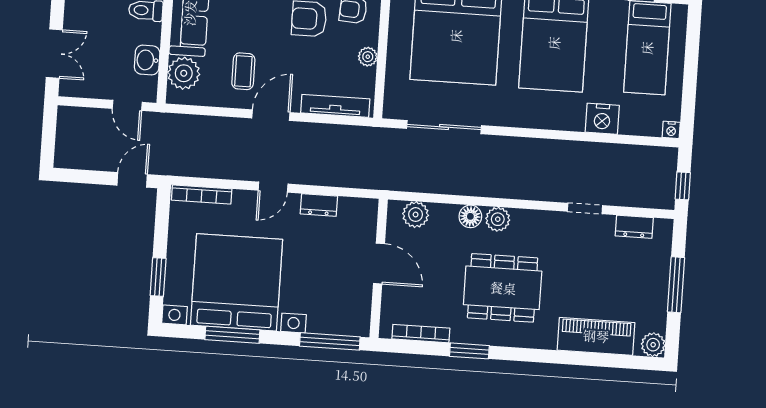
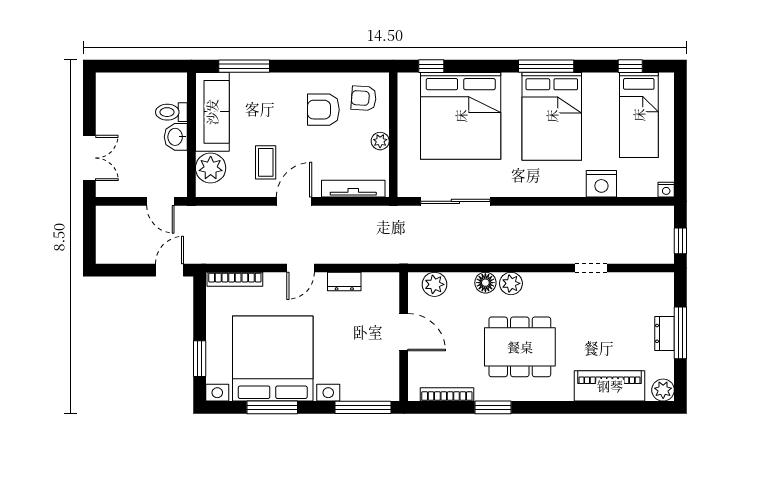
washbasin: (147, 60) -> (176, 137), moved
dresser: (634, 227) -> (665, 333), moved, turned 90

